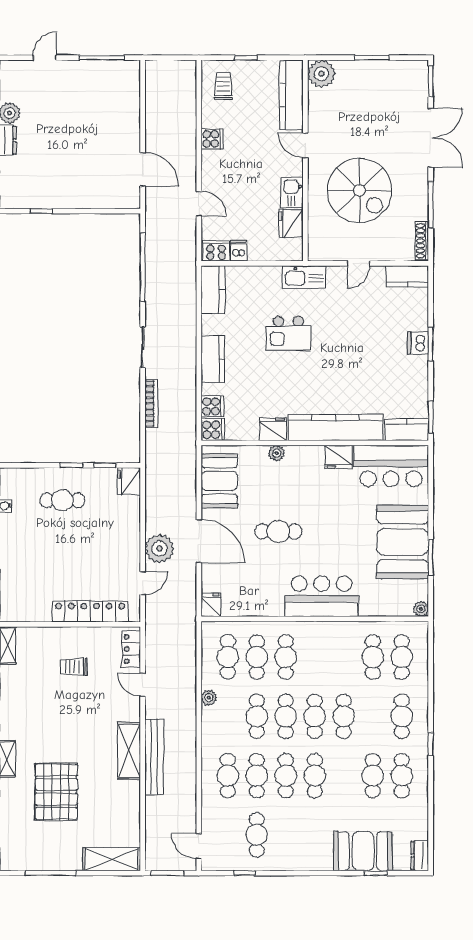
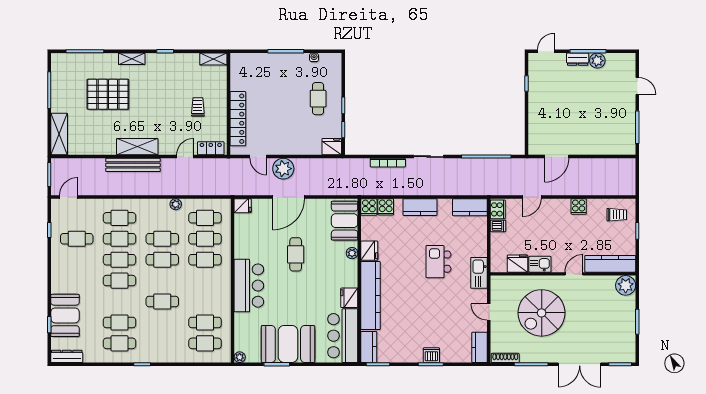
booth: (219, 481) -> (345, 221), moved, turned 90
cafe table: (315, 716) -> (162, 281), removed
cafe table: (402, 716) -> (162, 343), removed
dresser: (420, 855) -> (67, 356), width x1.44

